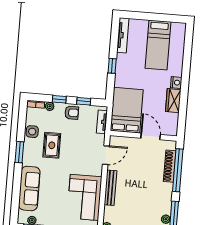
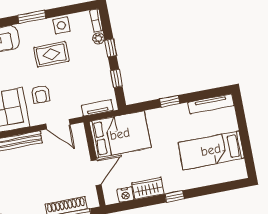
window: (185, 82) -> (174, 196), added
nightstand: (176, 83) -> (125, 195), moved
armchair: (72, 113) -> (41, 94), moved

